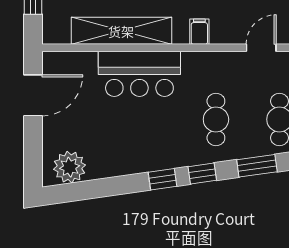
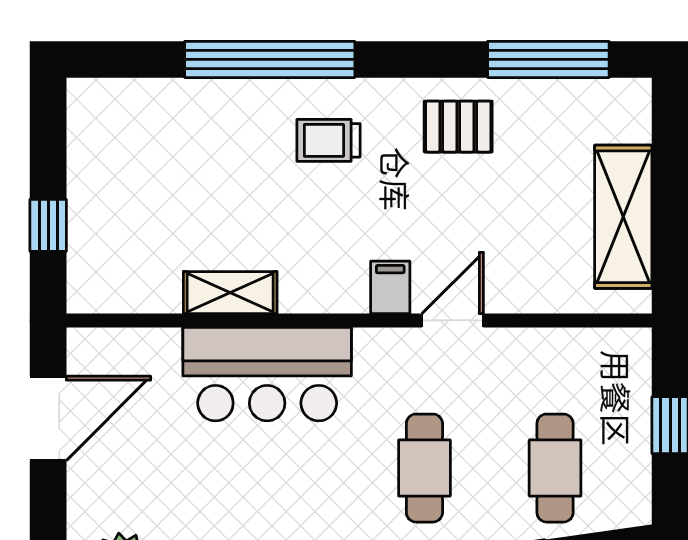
shelving: (121, 31) -> (230, 293), width x0.45, depth x0.75
door: (261, 48) -> (453, 320), moved

